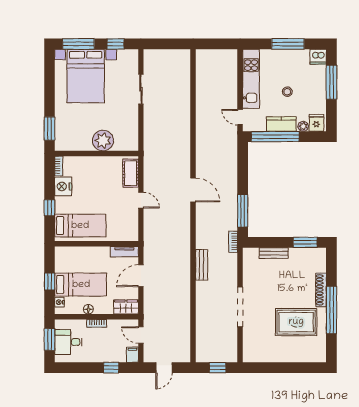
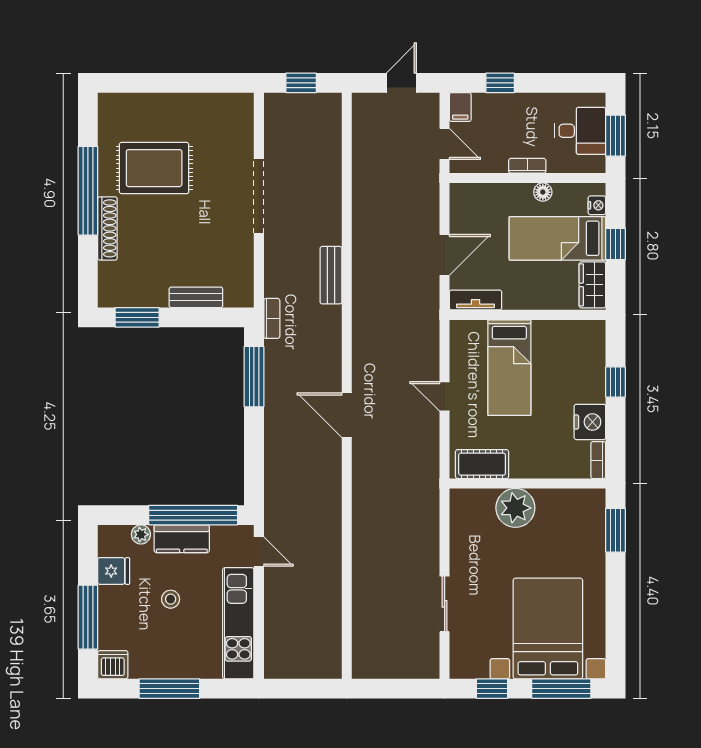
fridge: (316, 123) -> (114, 571), moved, turned -90
cot: (131, 173) -> (482, 464), moved, turned 90
bed: (80, 226) -> (509, 368), moved, turned -90
wardrobe: (126, 307) -> (592, 285), moved, turned 90

